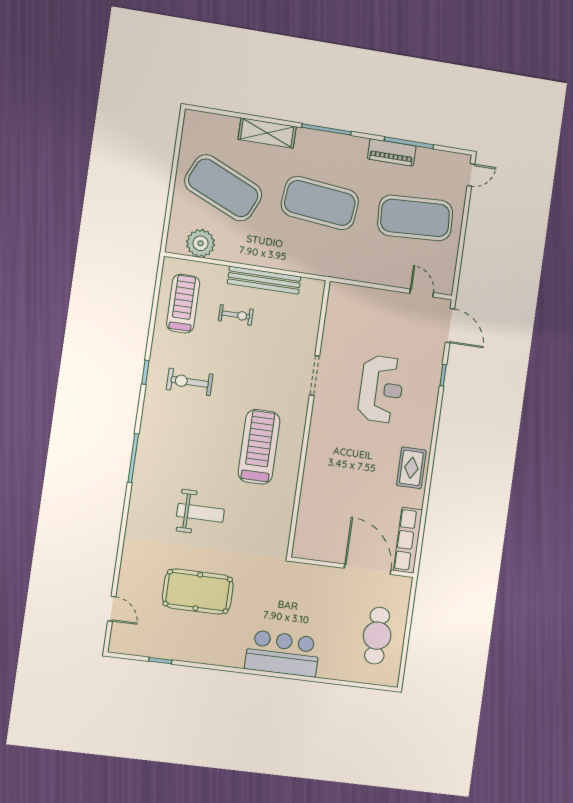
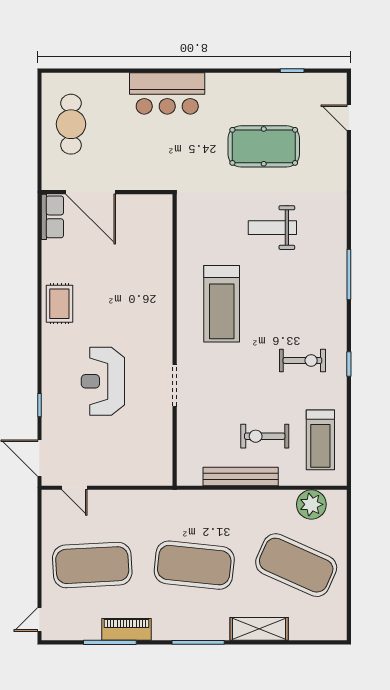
exercise bike: (236, 315) -> (265, 436), width x1.38, depth x1.39
row of seats: (408, 540) -> (52, 217), width x0.68

